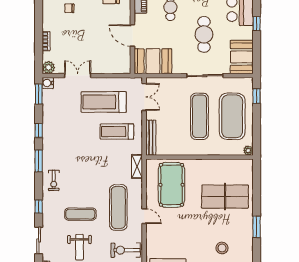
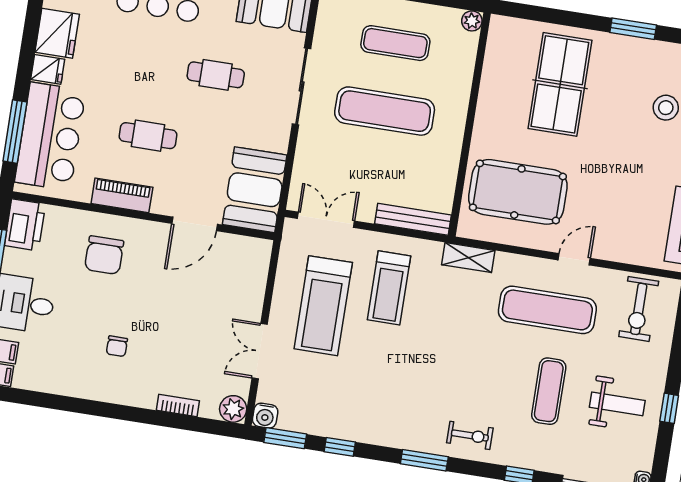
cafe table: (204, 34) -> (216, 75), width x0.73, depth x0.74
exercise mat: (232, 116) -> (395, 43), width x0.50, depth x0.69
window: (39, 131) -> (340, 447), moved

